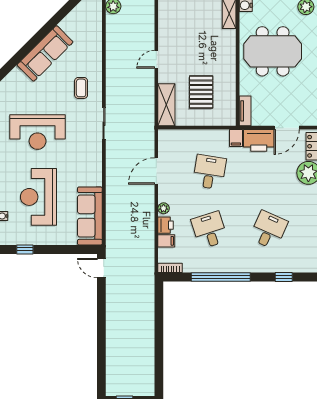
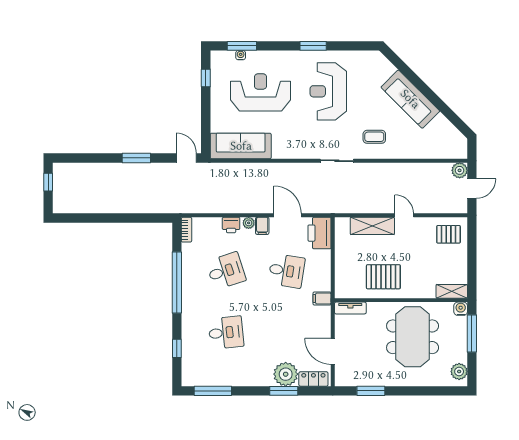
pallet: (174, 17) -> (449, 234), added
pallet: (201, 92) -> (383, 277), moved
shelving: (166, 105) -> (372, 226), moved
printer: (259, 140) -> (319, 233), moved
desk: (269, 230) -> (226, 333), turned -30
filing cabinet: (166, 241) -> (262, 226), moved
door: (101, 268) -> (186, 158), hinge flipped
window: (101, 316) -> (136, 158), added

